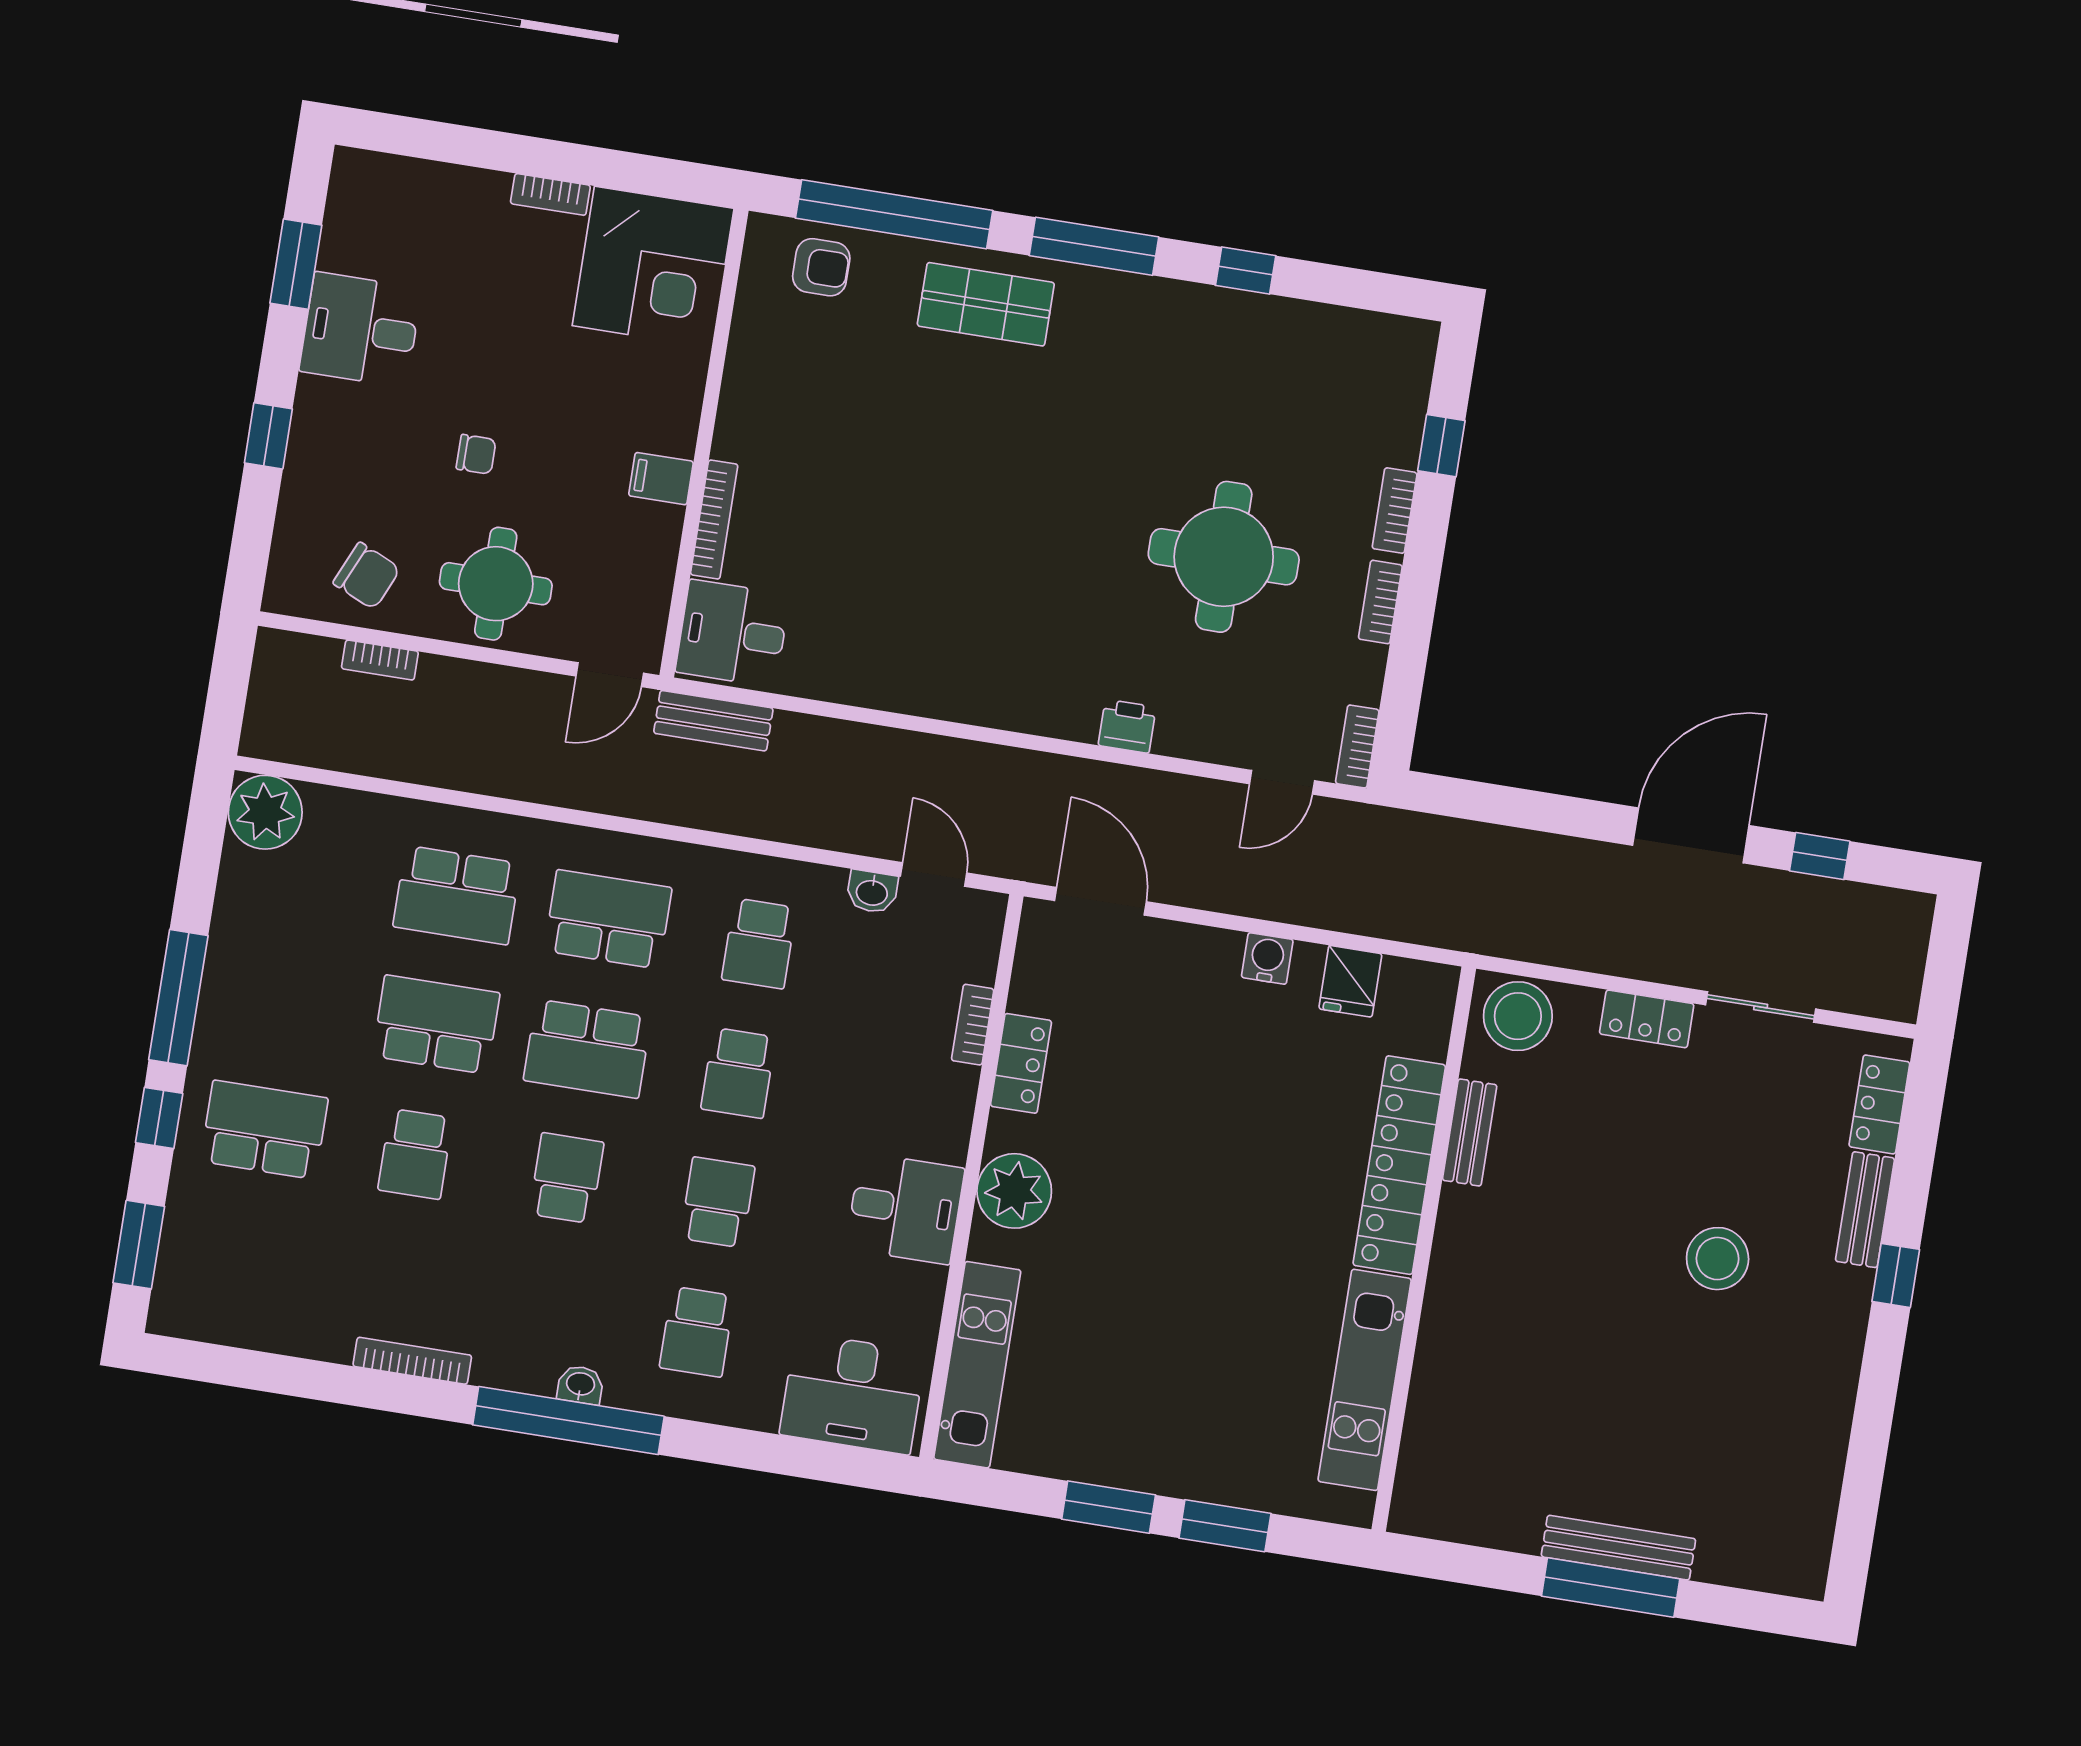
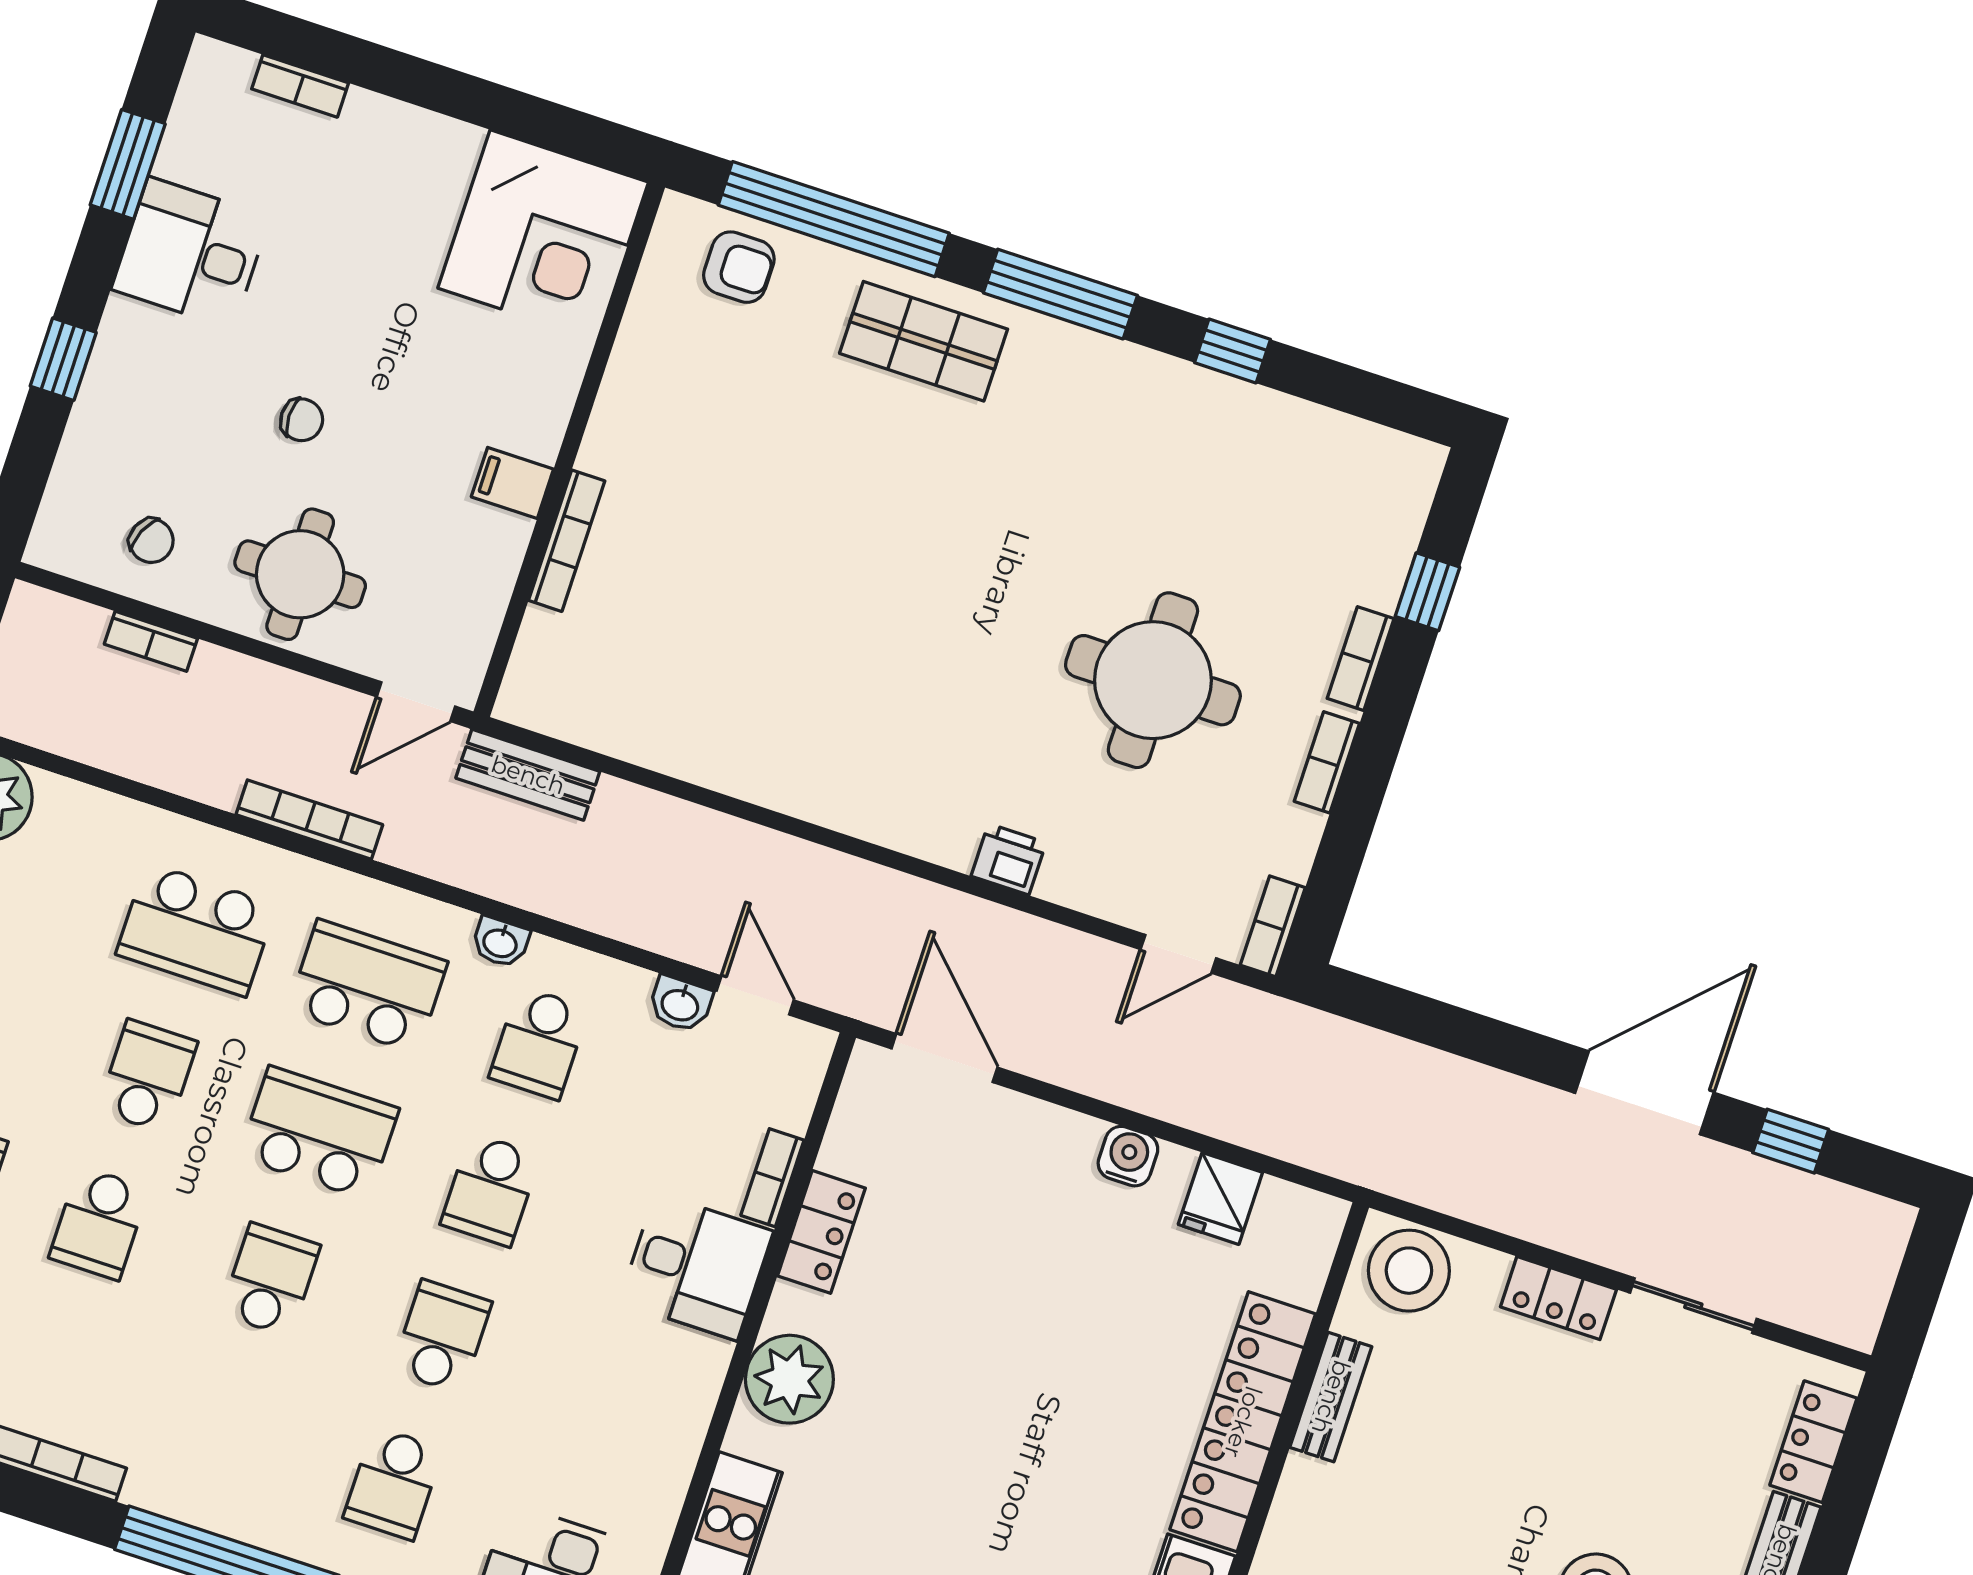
bookcase: (550, 194) -> (300, 86), moved
chair: (367, 576) -> (151, 541), width x0.73, depth x0.73
desk: (733, 633) -> (567, 677), removed
bookcase: (537, 788) -> (309, 820), added
school desk: (436, 1025) -> (148, 1076), width x0.54
school desk: (587, 1049) -> (319, 1133), turned 180
desk: (905, 1209) -> (696, 1267), moved
washbasin: (580, 1385) -> (500, 942), moved, turned 180

